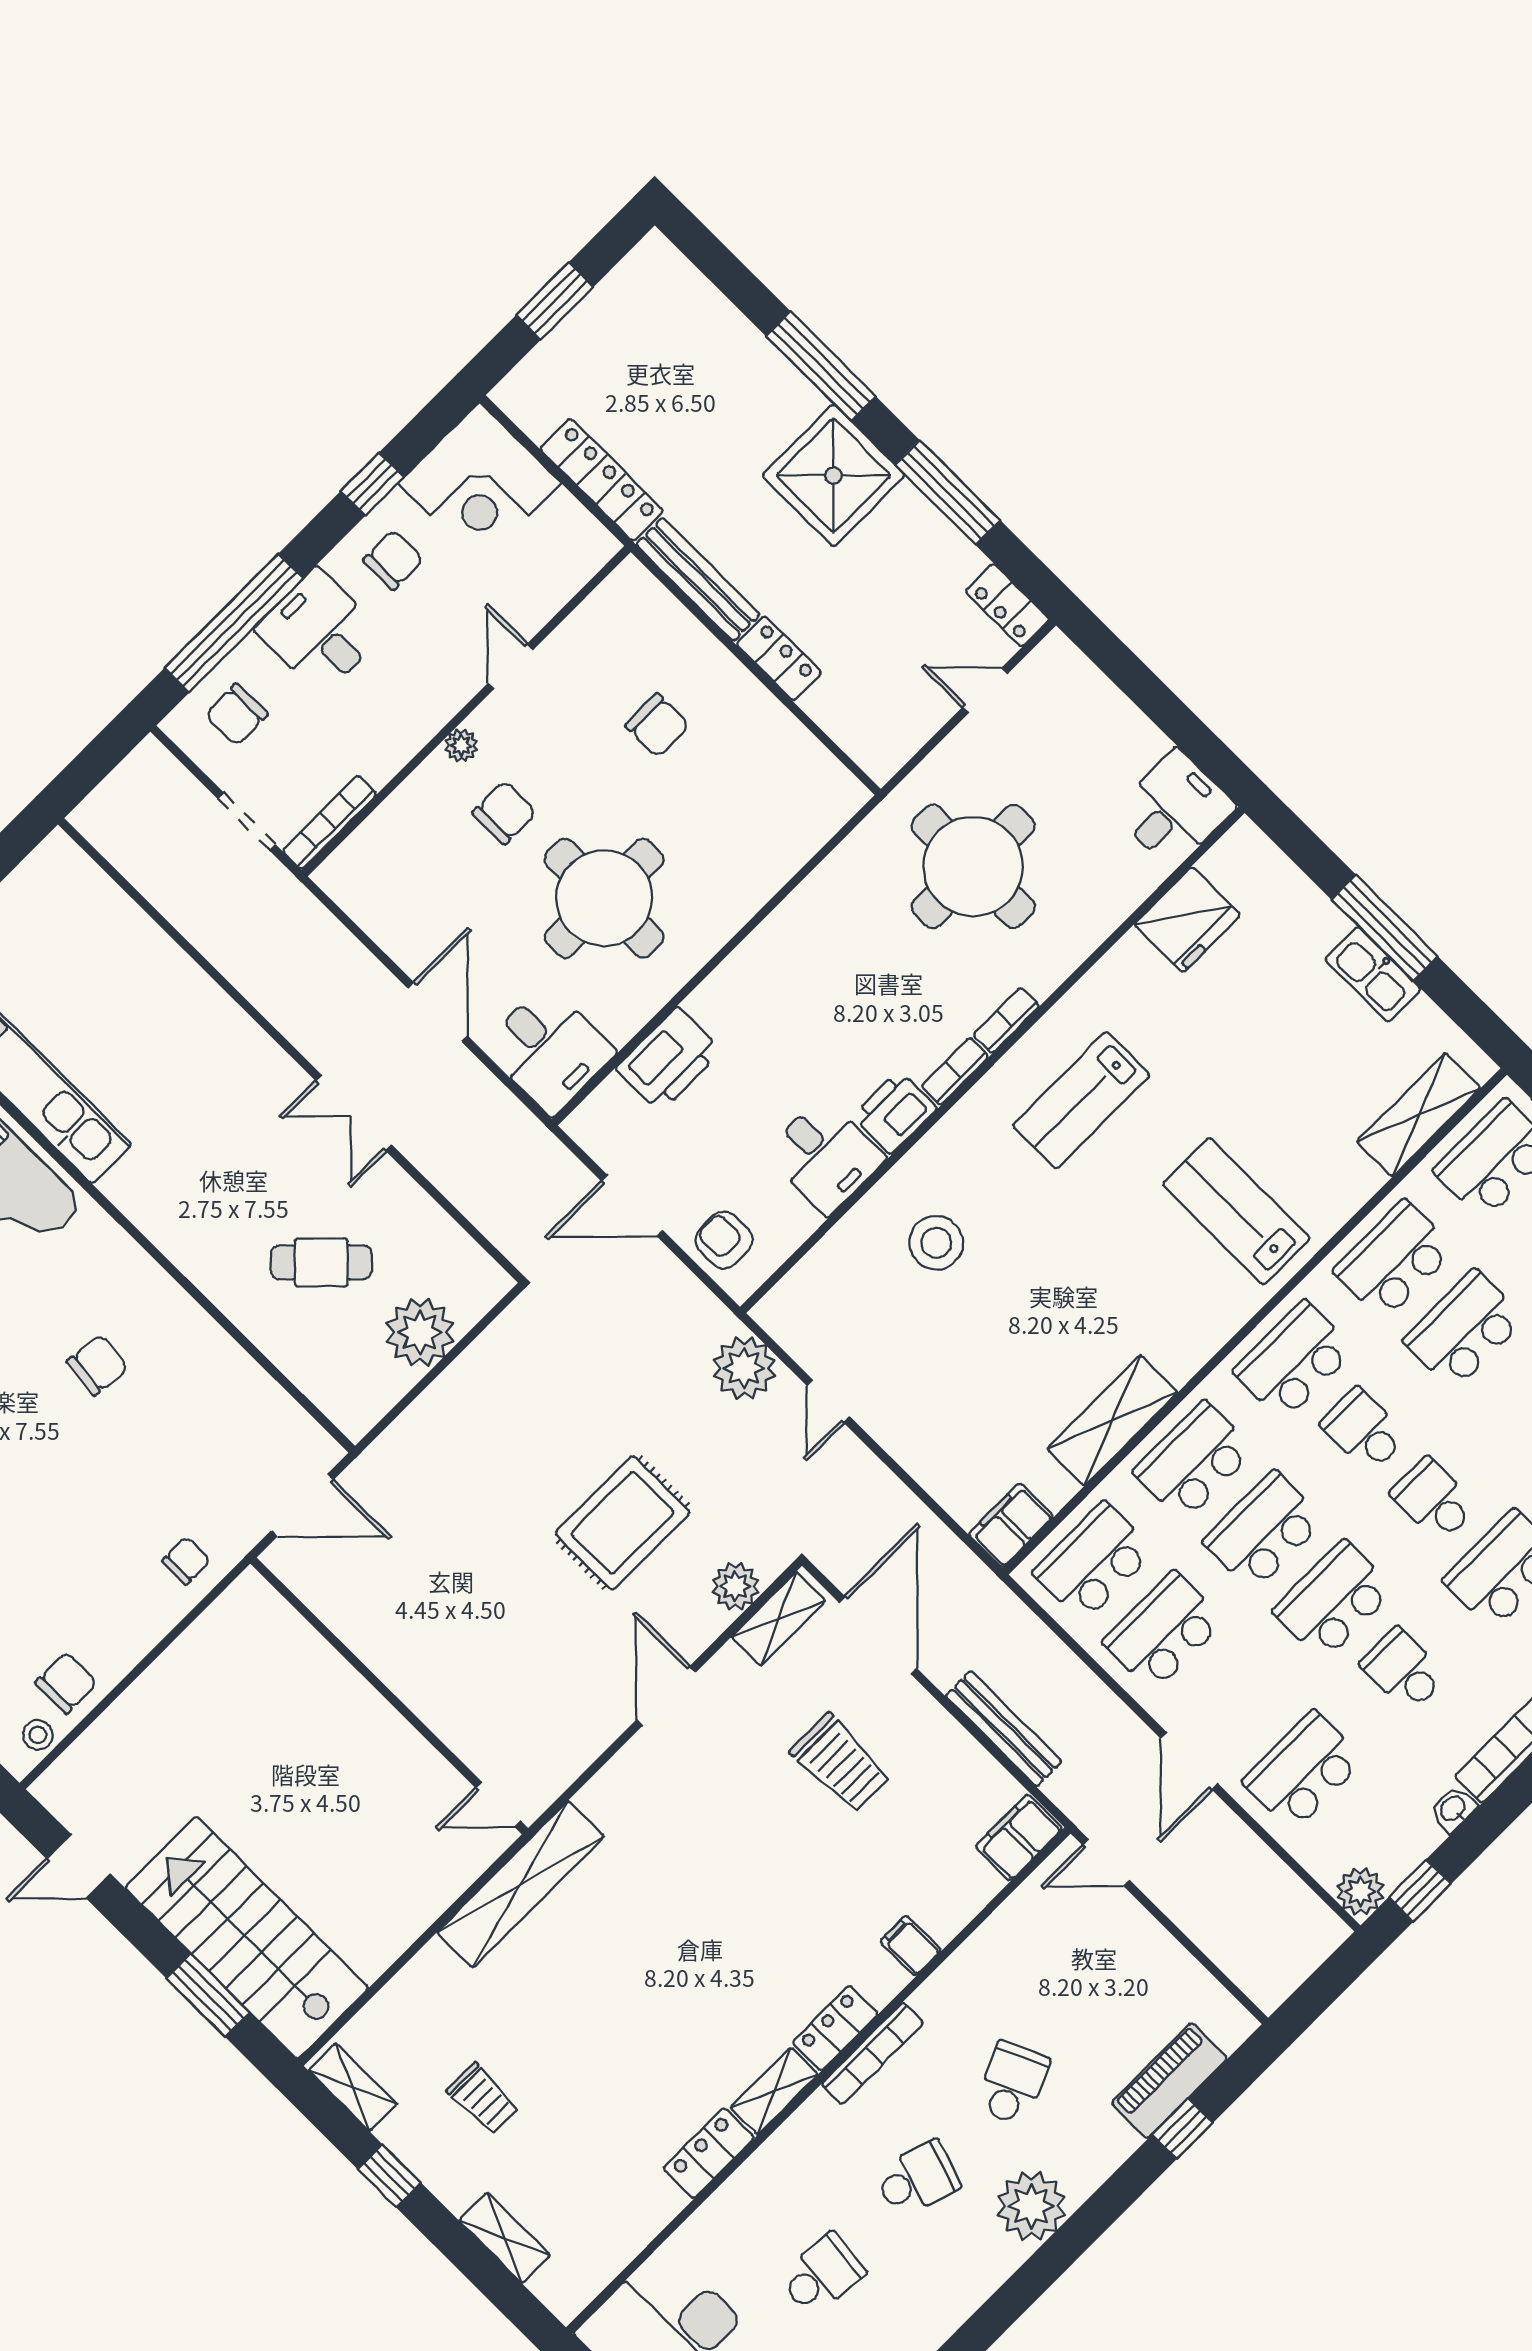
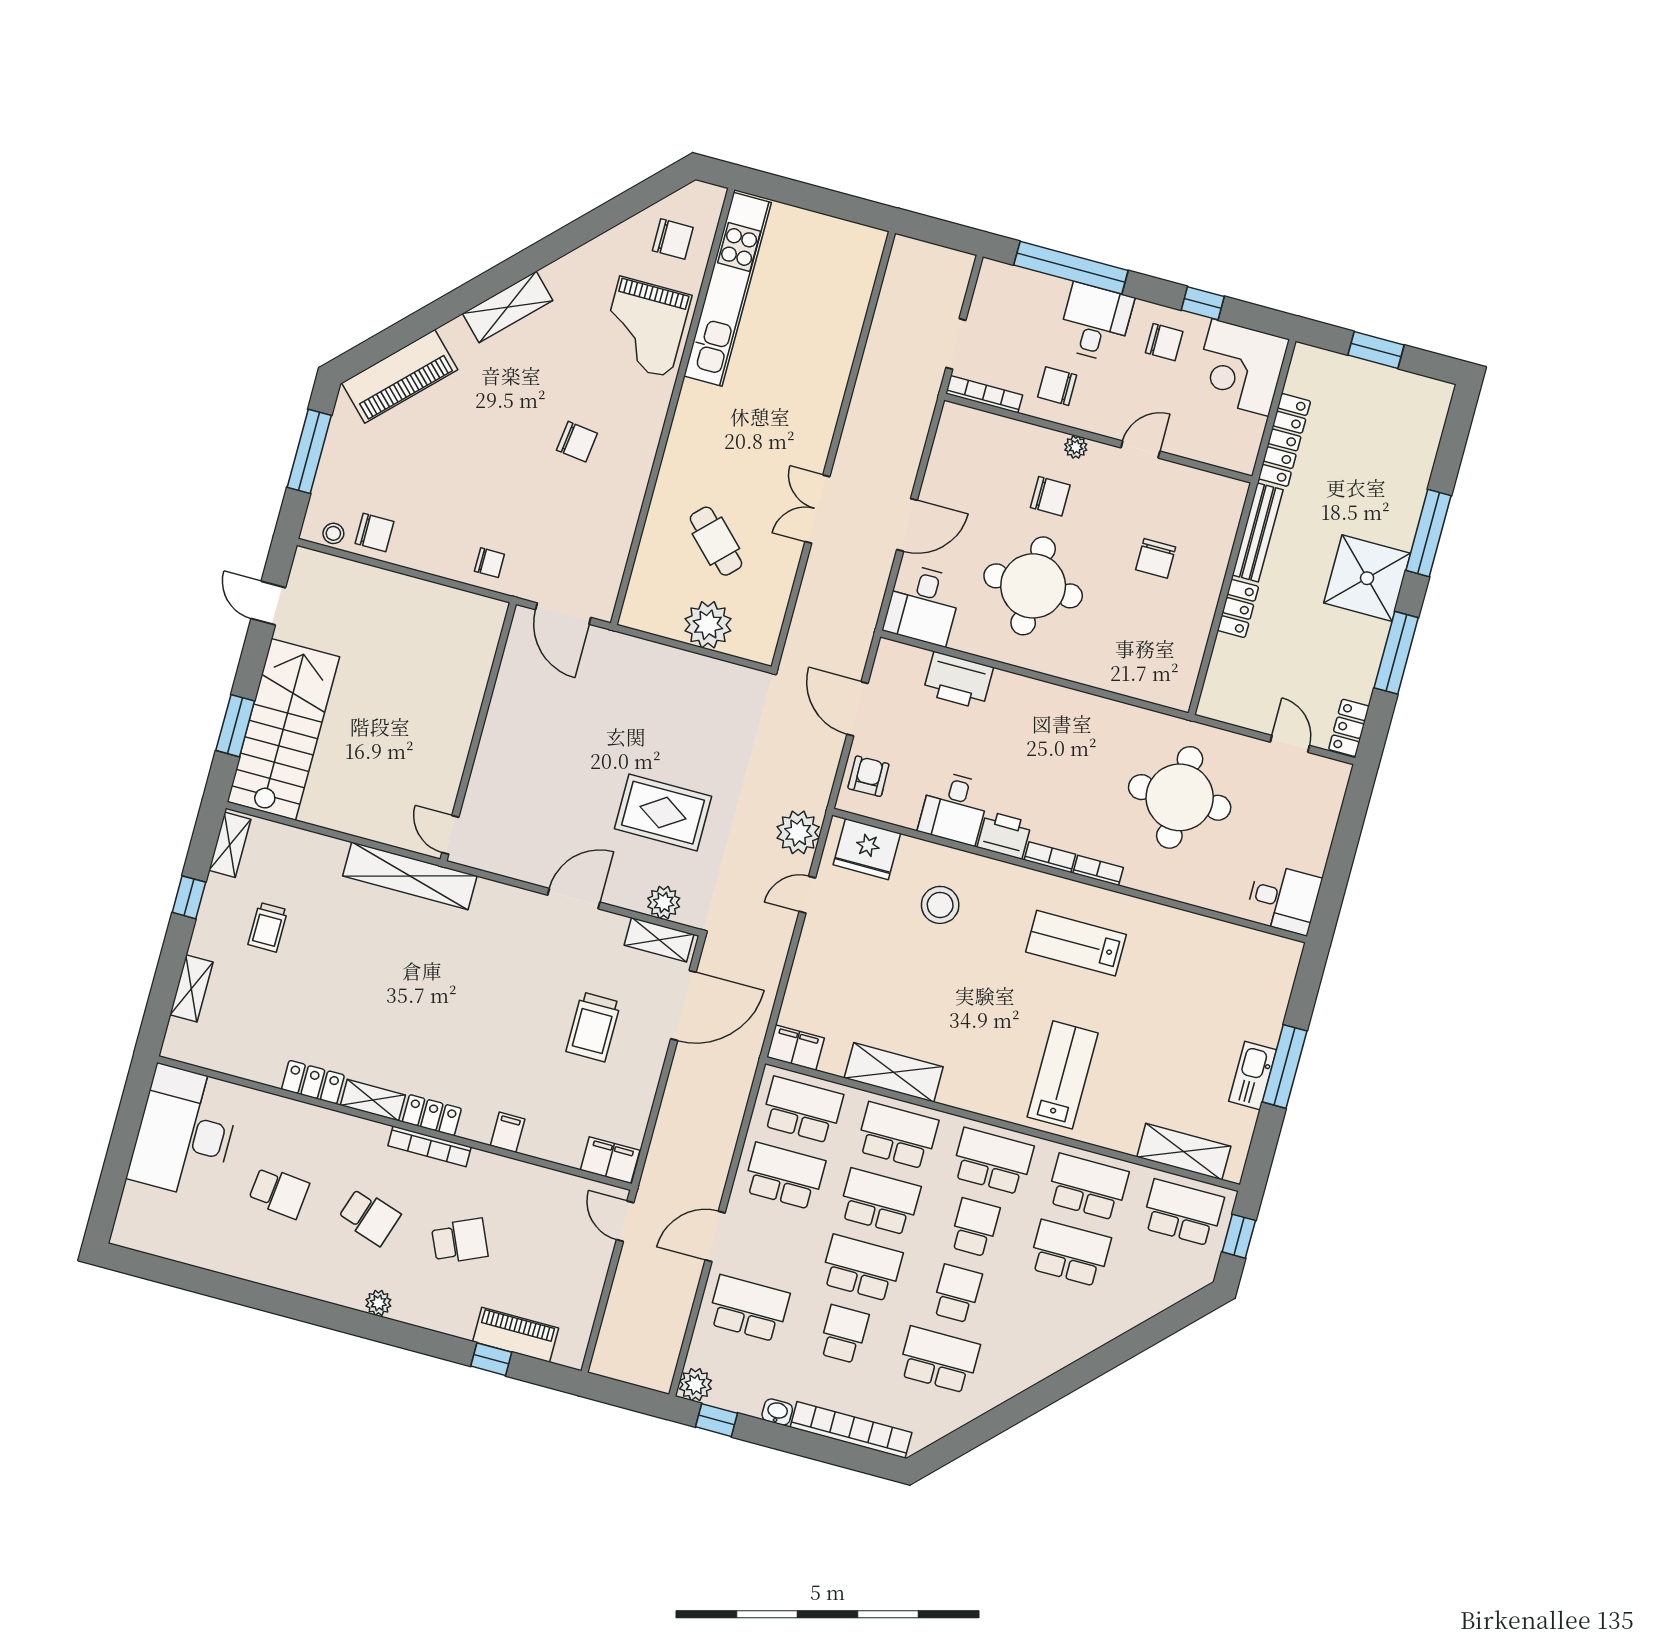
chair: (237, 715) -> (1057, 386), moved
fridge: (1187, 920) -> (867, 849), moved
bench: (1004, 1729) -> (670, 1113), removed
plant: (1031, 2206) -> (378, 1303), width x0.53, depth x0.53

